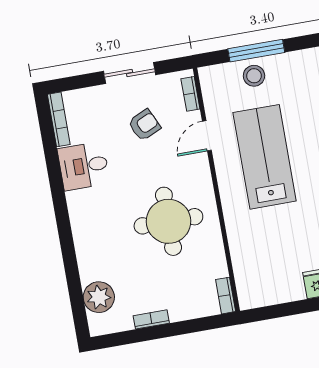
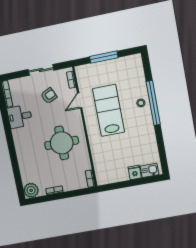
stool: (254, 76) -> (103, 70), removed
plant: (99, 297) -> (31, 190), moved

